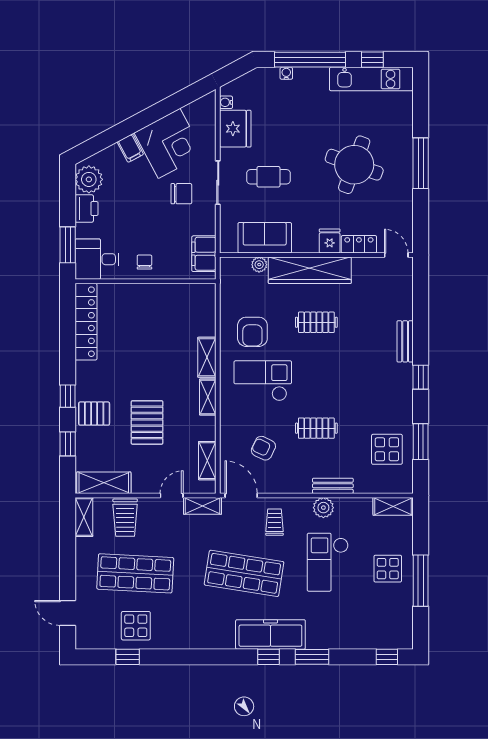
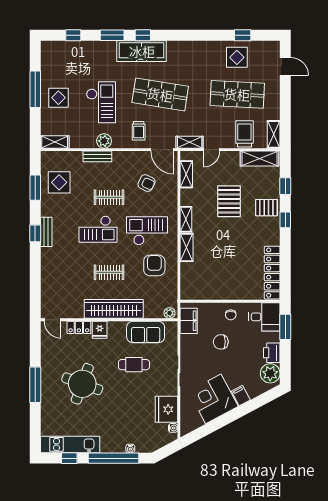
cafe table: (268, 177) -> (134, 365), moved
chair: (181, 194) -> (221, 342), moved
plant: (259, 265) -> (170, 313), moved
bench: (405, 341) -> (46, 232), moved
checkout: (263, 381) -> (147, 231), turned 180
checkout: (332, 383) -> (98, 229), added
window: (387, 657) -> (73, 35), moved

